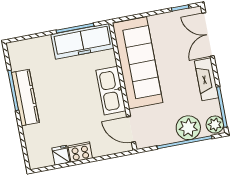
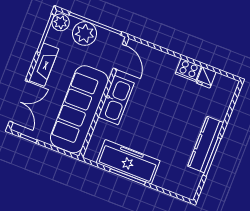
sofa: (138, 63) -> (79, 109), moved
wall: (123, 87) -> (104, 97), moved
kitchen sink: (111, 91) -> (116, 100), moved
door: (131, 129) -> (120, 57), moved

